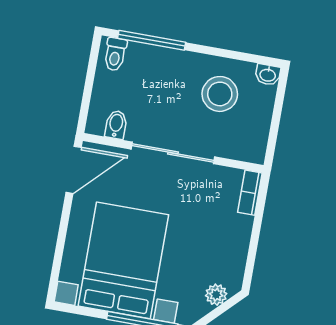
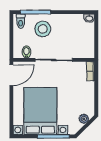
stool: (220, 94) -> (43, 29), moved

